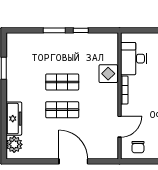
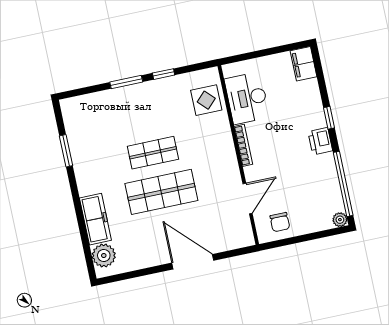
display table: (108, 74) -> (206, 100), moved
shop shelf: (62, 110) -> (161, 192), width x1.43, depth x1.36

